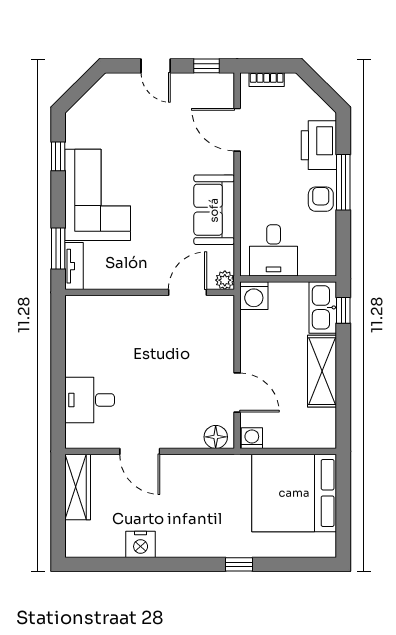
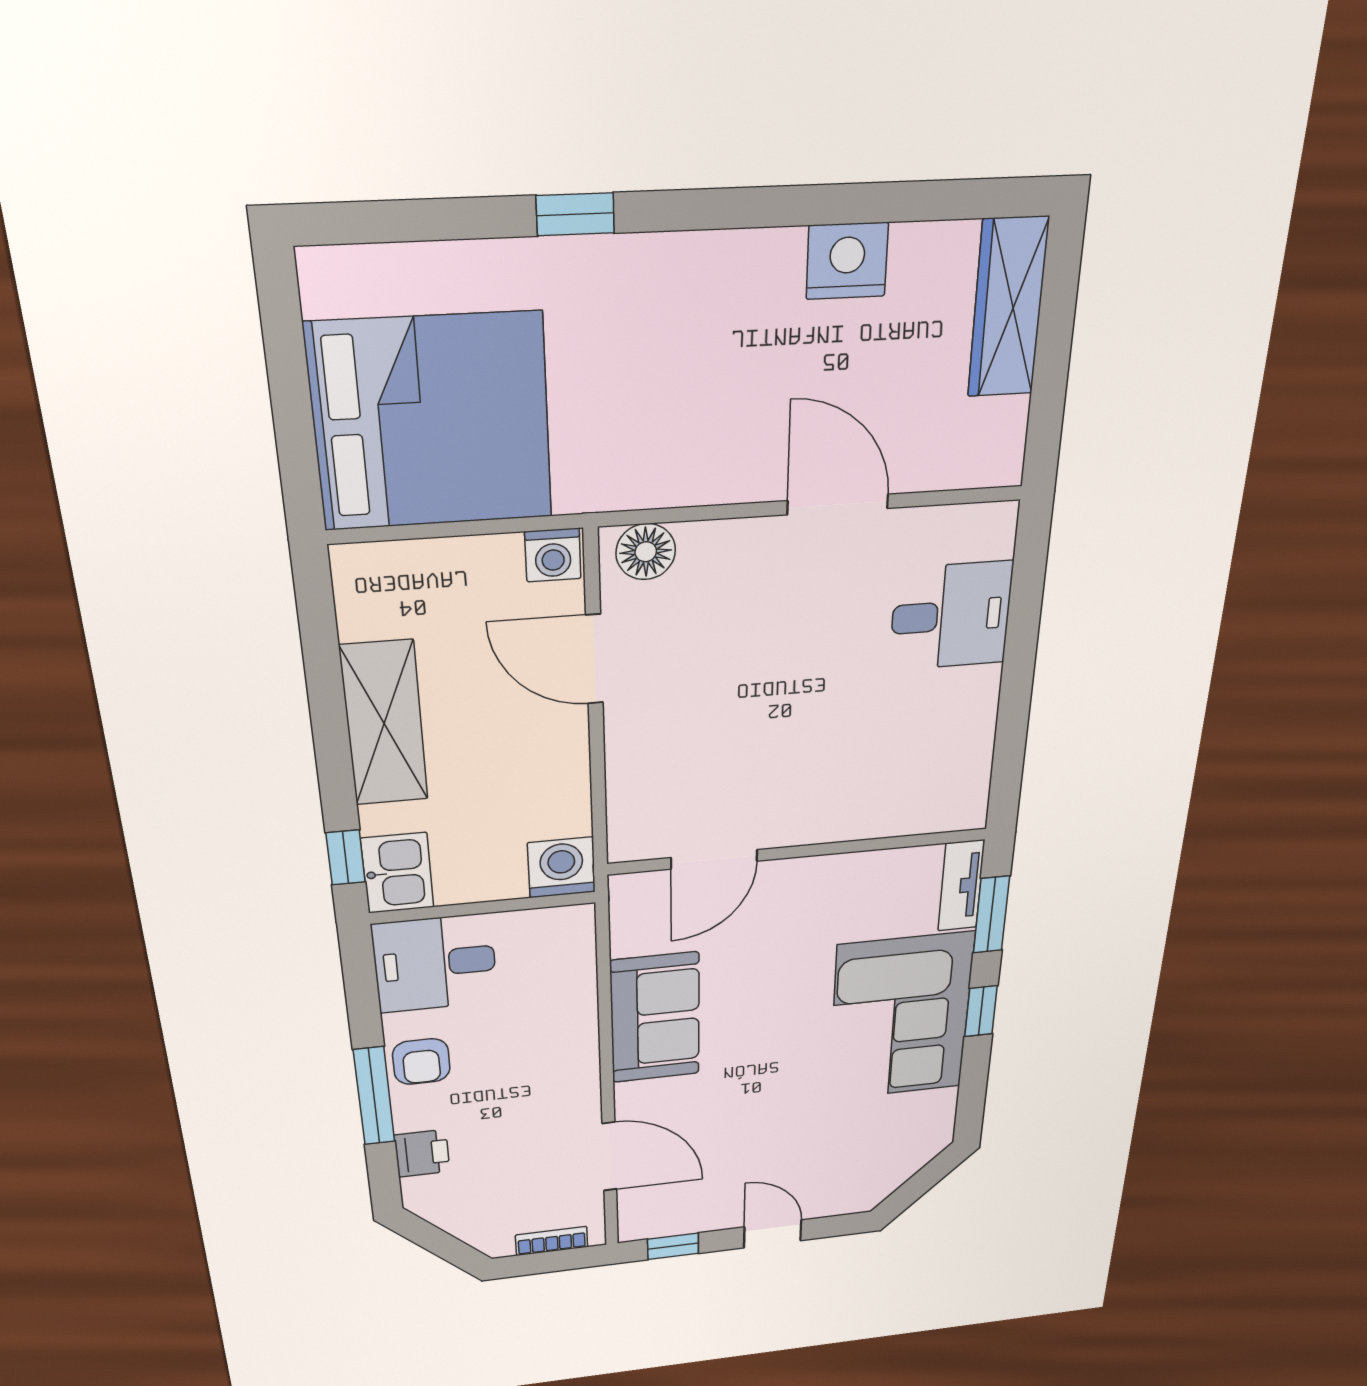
printer: (319, 145) -> (422, 1153), width x0.53, depth x0.68
window: (58, 156) -> (981, 1011), moved
desk: (274, 250) -> (435, 963), moved, turned -90
plant: (225, 280) -> (629, 891), removed
kitchen sink: (323, 307) -> (397, 873), width x0.73
wardrobe: (78, 487) -> (1008, 308), moved

